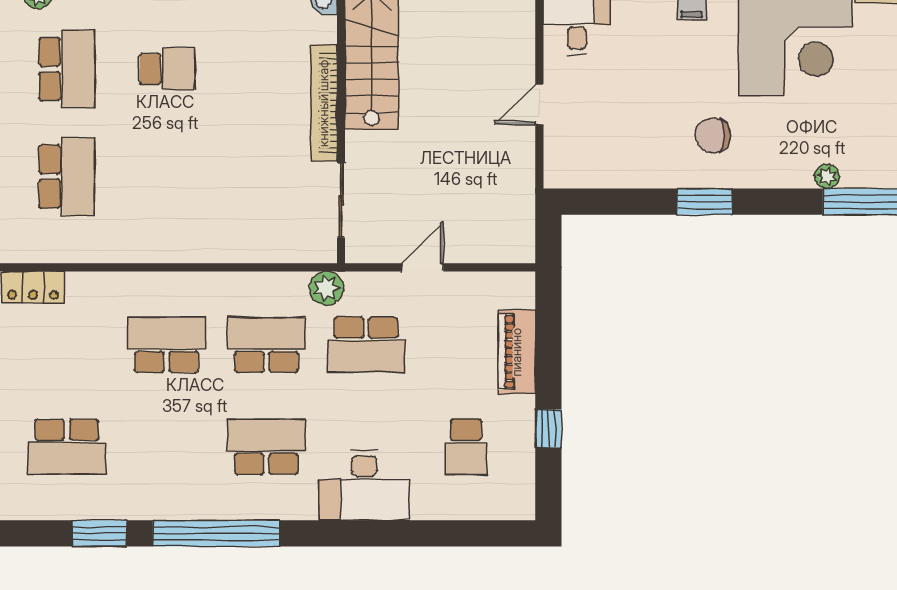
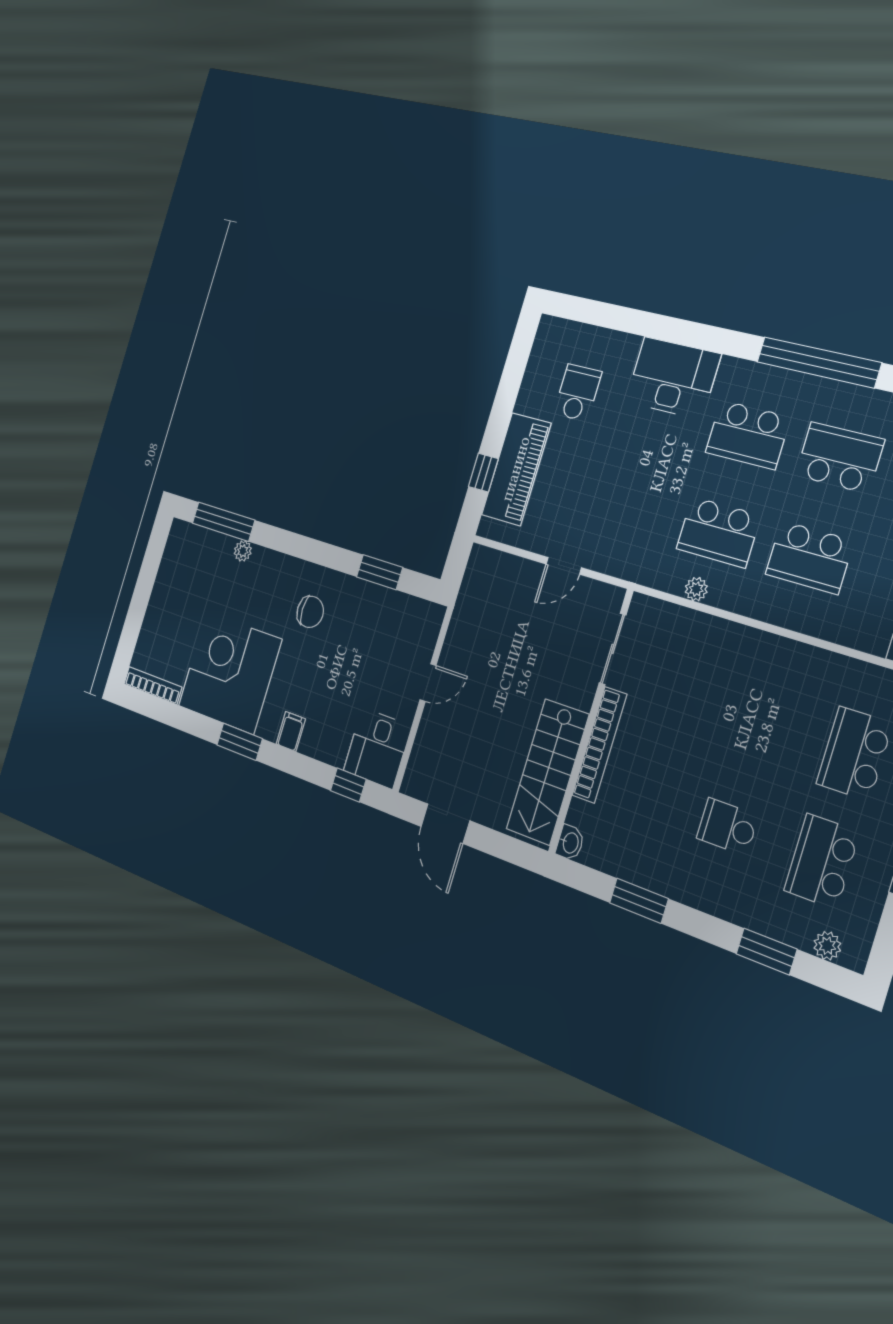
window: (705, 202) -> (380, 572), moved
plant: (326, 288) -> (696, 589), moved, width x0.73, depth x0.73
school desk: (366, 345) -> (840, 458), moved
piano: (517, 352) -> (516, 469), width x1.37, depth x1.33
window: (548, 429) -> (483, 473), moved

